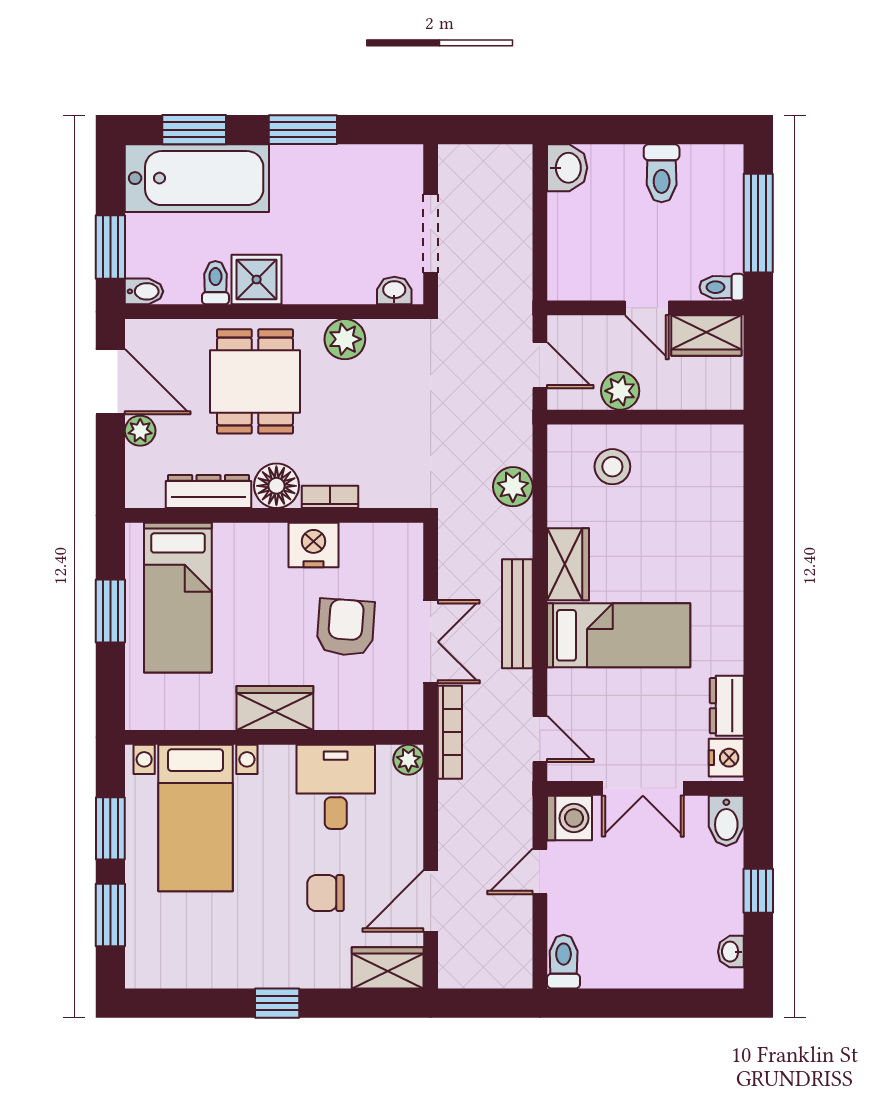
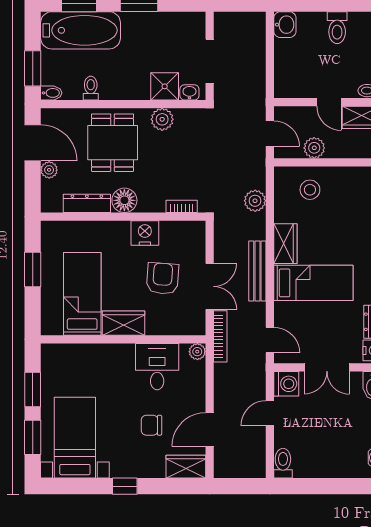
shower: (257, 279) -> (165, 86), moved
bookcase: (330, 497) -> (182, 206), moved
bed: (178, 598) -> (82, 294), moved, turned 180
bed with nightstands: (196, 818) -> (75, 438), moved, turned 180

